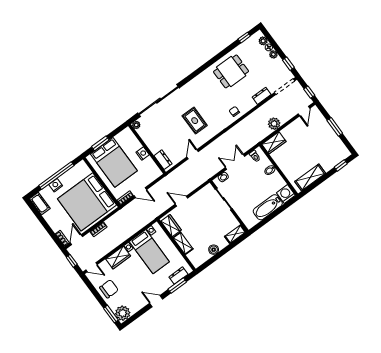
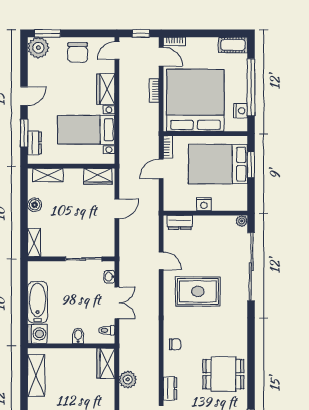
dining table: (231, 71) -> (223, 374), turned 90
rug: (195, 121) -> (198, 291), width x1.36, depth x1.43
nightstand: (56, 185) -> (241, 111), moved
shelving: (183, 243) -> (48, 175), moved

